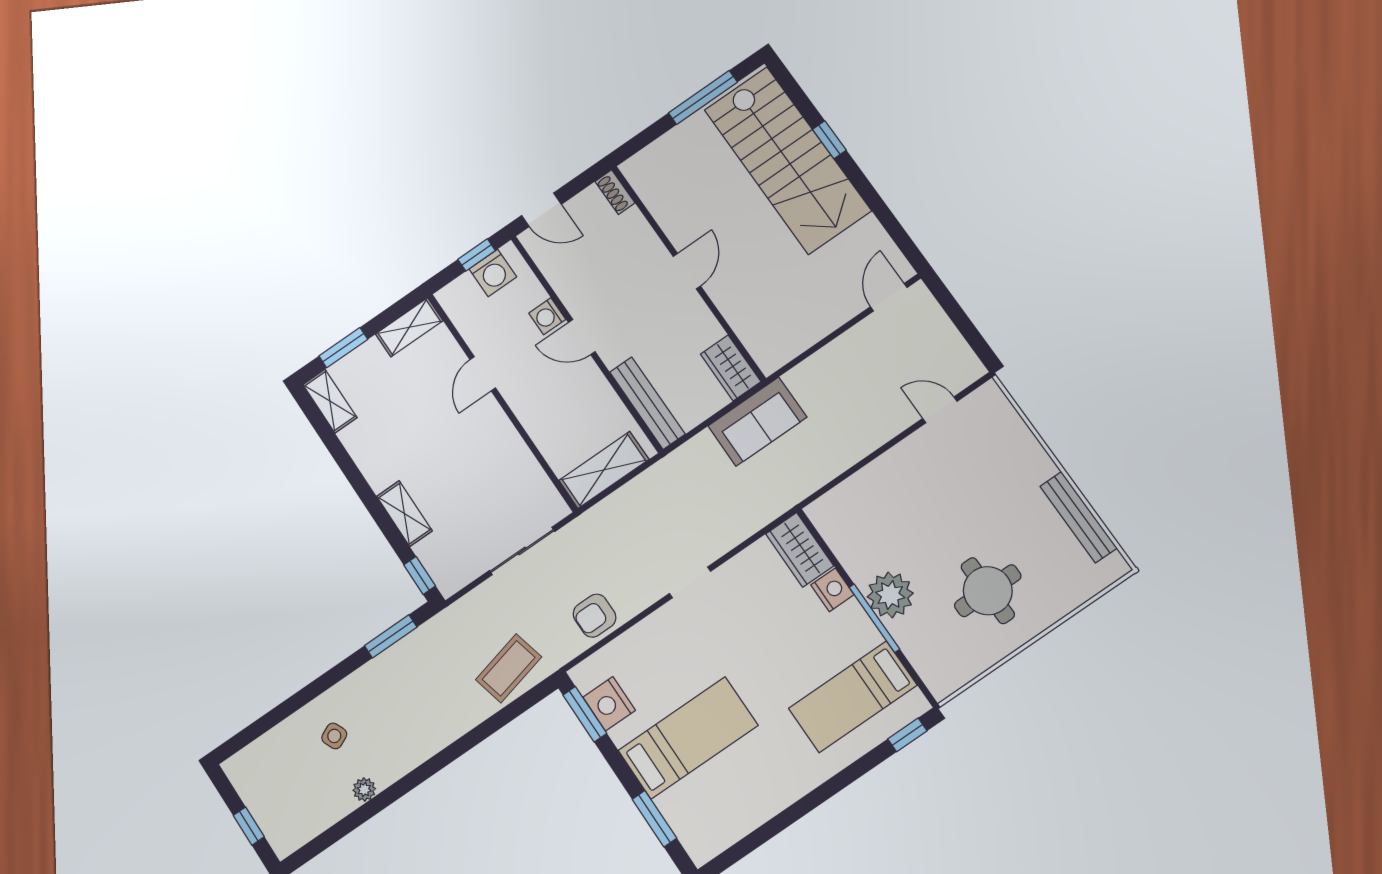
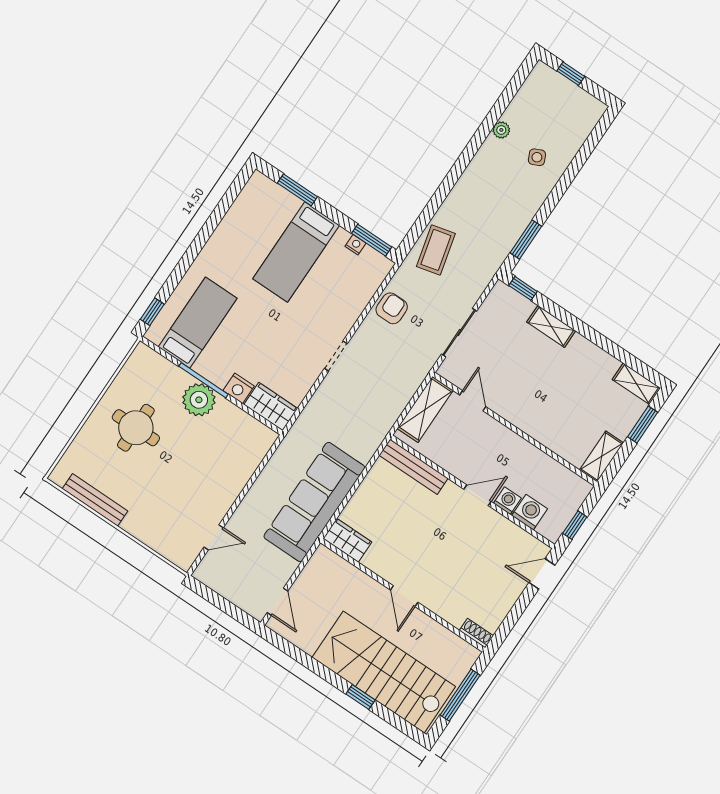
shoe rack: (615, 192) -> (476, 633), moved
door: (687, 271) -> (404, 596), moved
washing machine: (493, 273) -> (530, 512), moved, turned 90
wall: (688, 273) -> (403, 595), moved
wardrobe: (731, 368) -> (347, 540), moved
door: (483, 374) -> (473, 401), moved
sofa: (757, 422) -> (314, 502), width x1.85, depth x1.27
nightstand: (609, 704) -> (356, 245), width x0.53, depth x0.56

